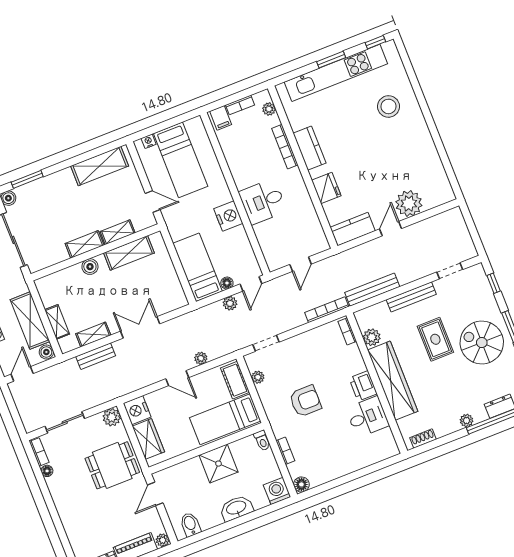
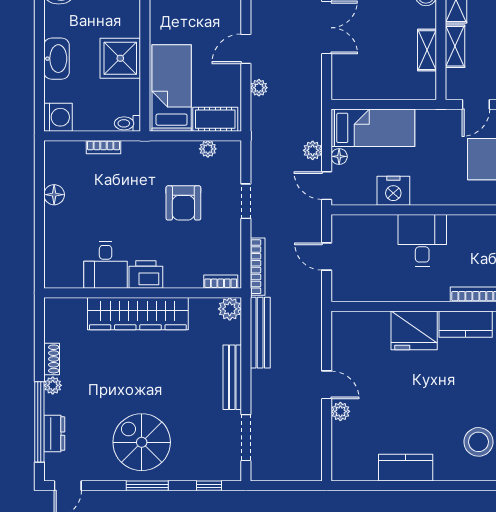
fridge: (326, 188) -> (414, 330), width x1.36, depth x1.34
plant: (409, 204) -> (340, 411), width x0.53, depth x0.53
nightstand: (228, 216) -> (393, 191), moved
kitchen counter: (353, 229) -> (406, 468), moved, turned -90
shelving: (129, 253) -> (427, 50), width x0.67, depth x0.75
doorway: (450, 271) -> (246, 438), width x1.38
plant: (372, 337) -> (230, 309), moved
rug: (435, 339) -> (168, 387), removed
doorway: (266, 343) -> (246, 201), moved
spiral stairs: (482, 343) -> (142, 442), turned -90
armchair: (305, 401) -> (183, 203), moved
shoe rack: (423, 439) -> (52, 359), moved
floor lamp: (301, 484) -> (54, 195), moved

